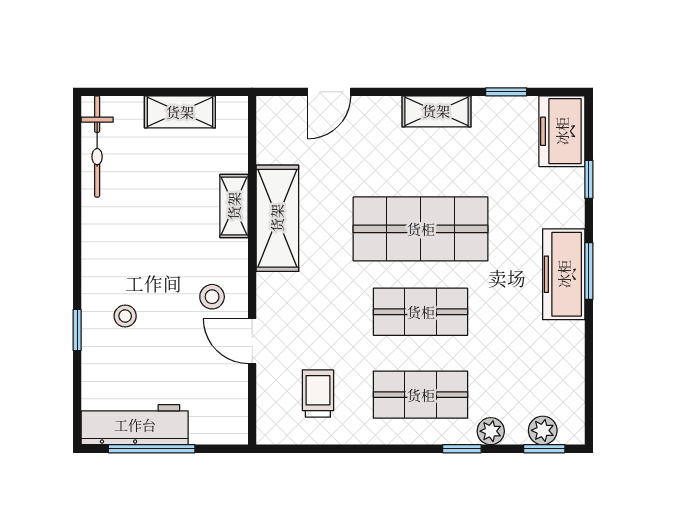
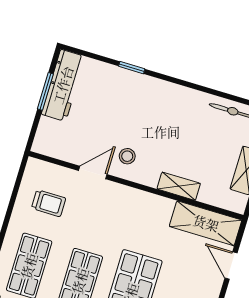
shelving: (277, 218) -> (206, 223), moved
stool: (125, 316) -> (131, 99), removed
window: (152, 449) -> (45, 91), width x0.69

